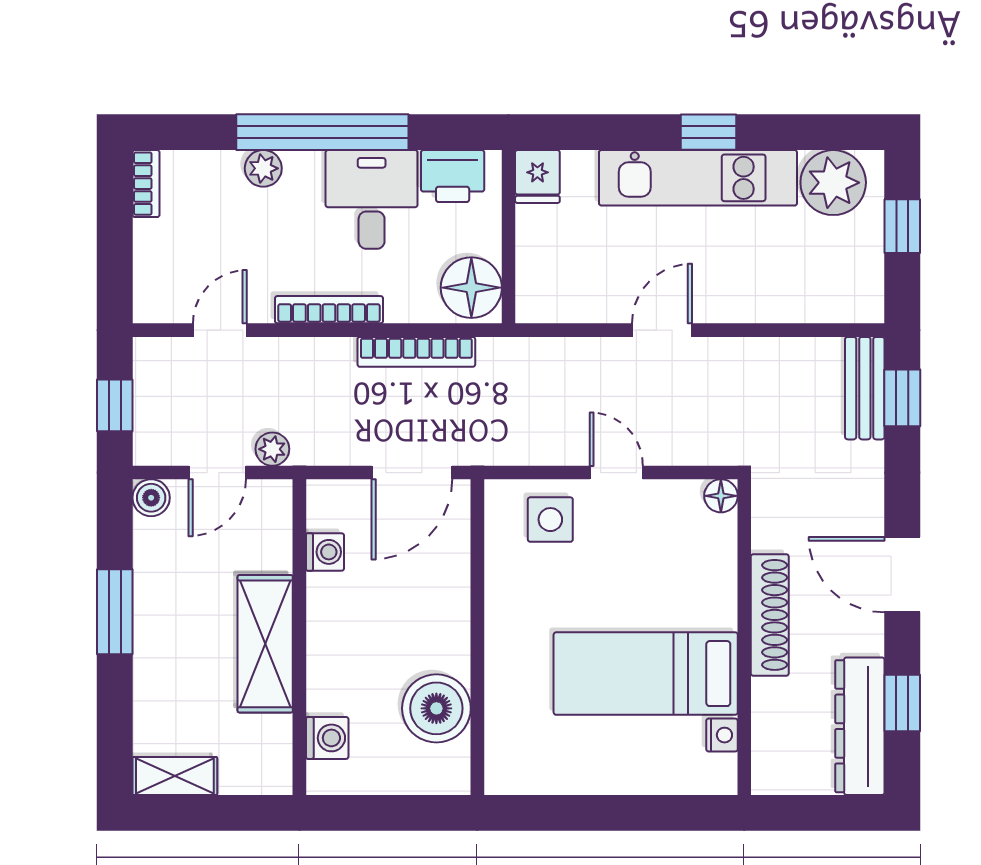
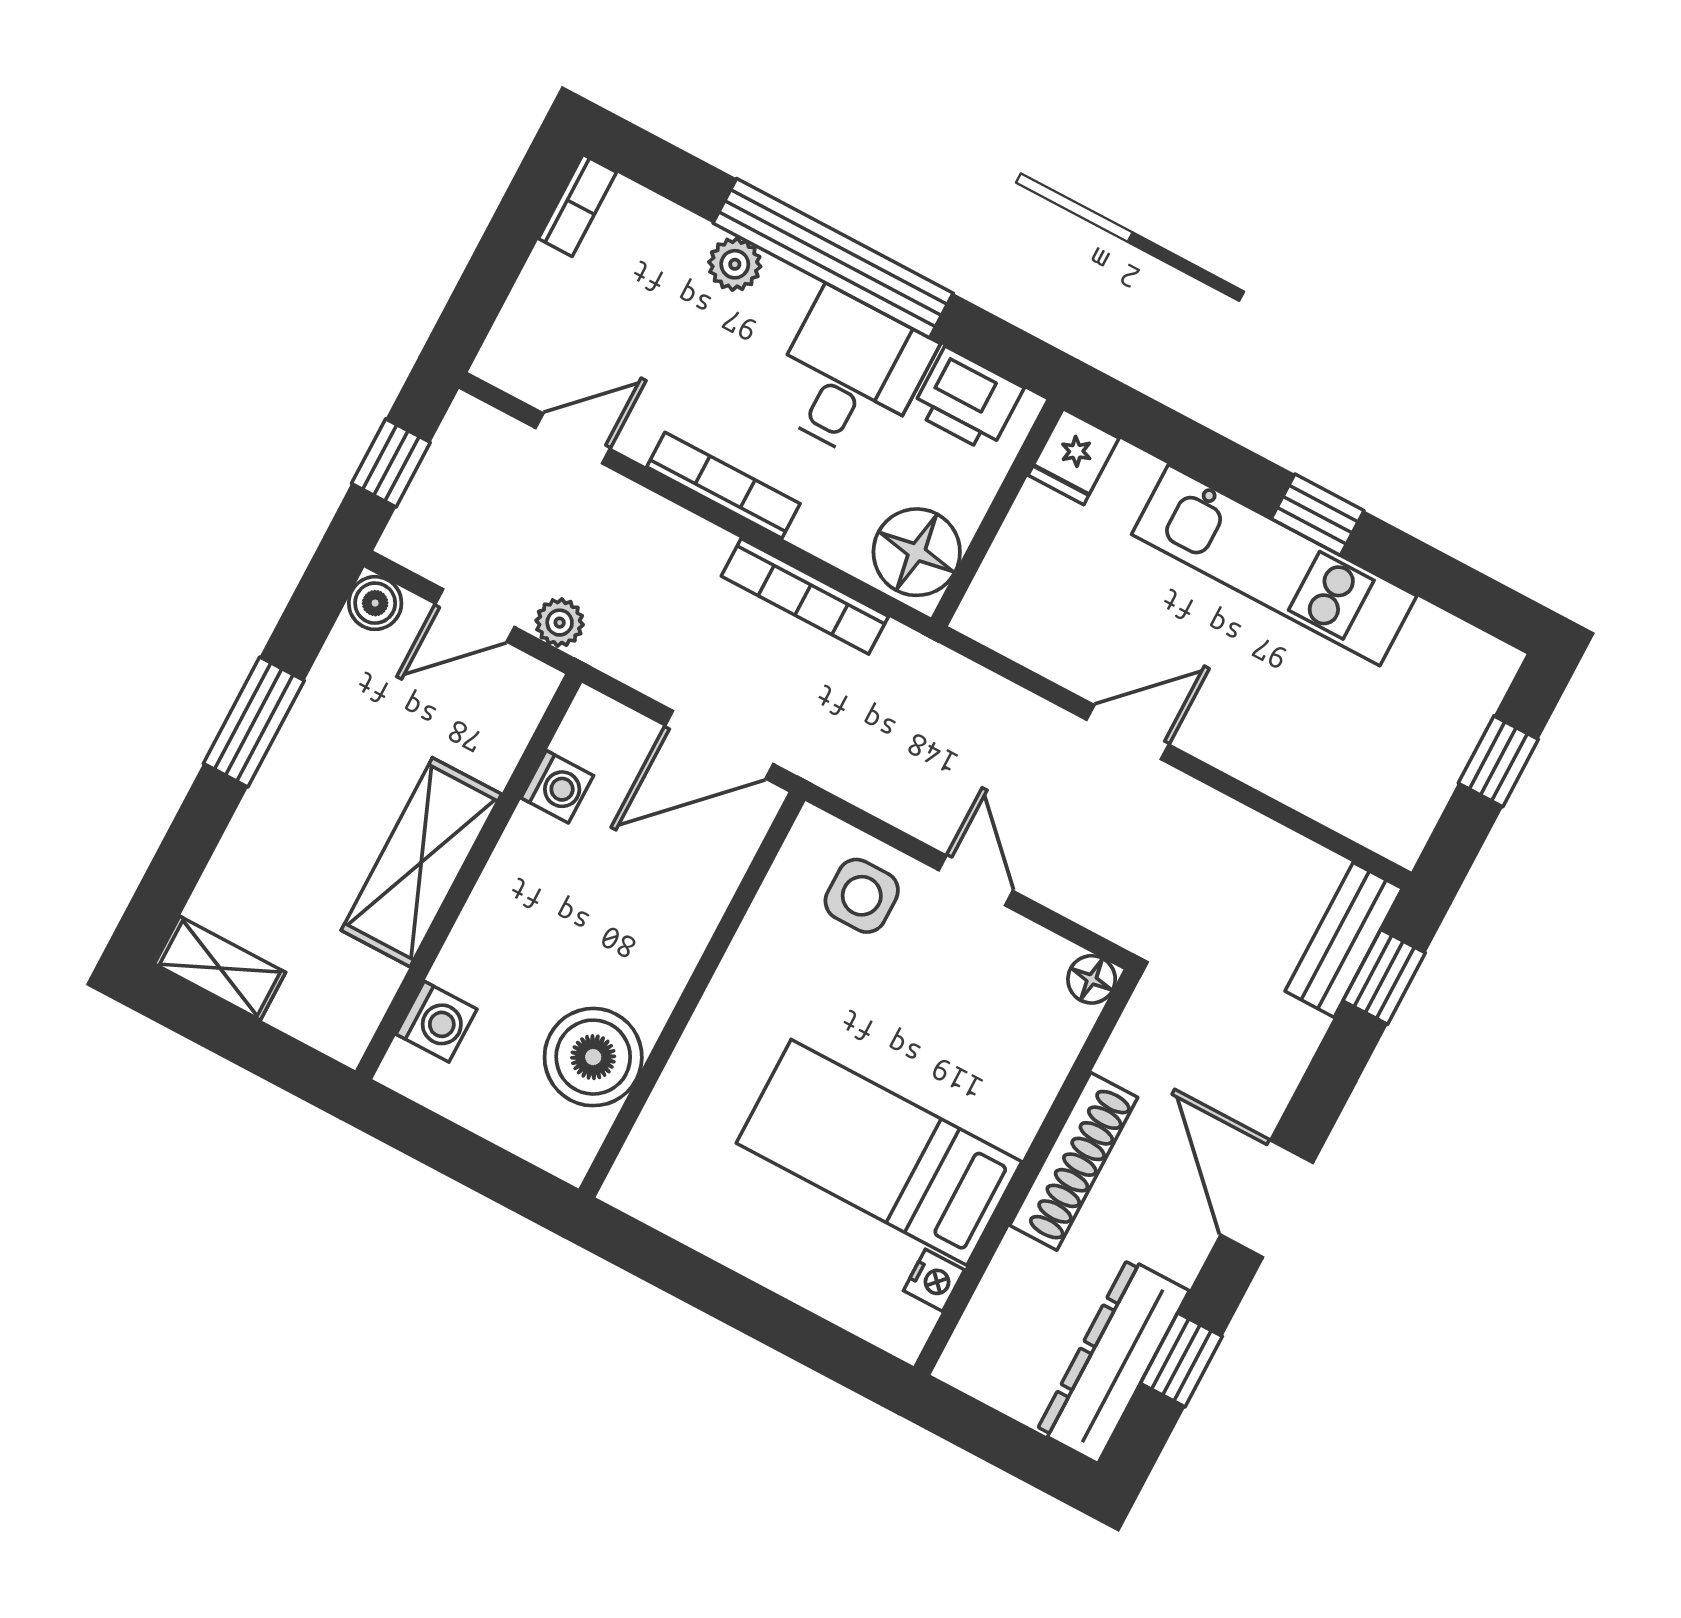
plant: (833, 183) -> (1441, 661), removed

